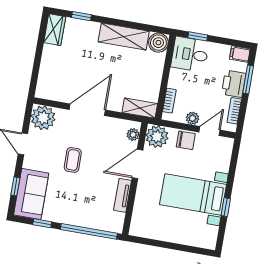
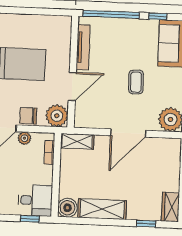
plant: (133, 135) -> (80, 115), removed
tv unit: (122, 195) -> (83, 47), width x1.41

